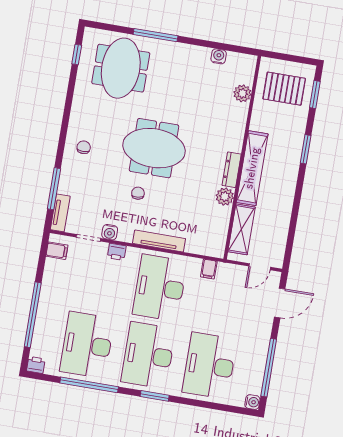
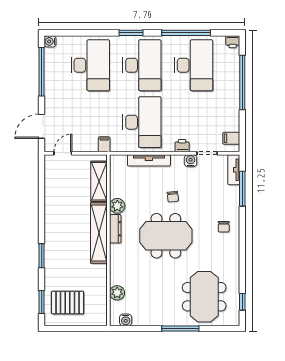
plant: (242, 93) -> (117, 293), moved
wall: (242, 158) -> (108, 240), moved
shelving: (252, 168) -> (99, 233), moved
dresser: (232, 170) -> (115, 229), moved
plant: (225, 197) -> (117, 206), moved
shelving: (242, 229) -> (99, 181), moved

